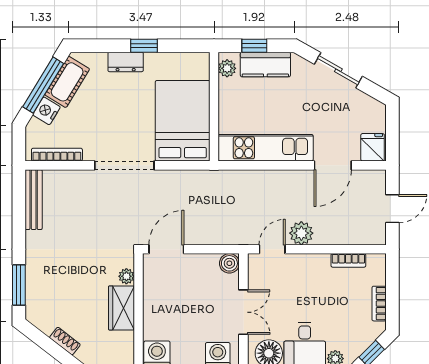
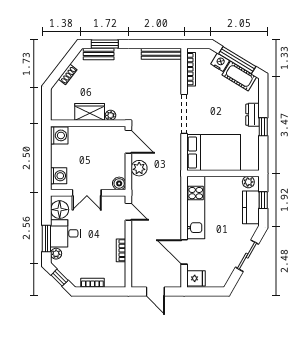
plant: (301, 233) -> (139, 168), moved
bookcase: (348, 260) -> (121, 250), moved
bench: (34, 294) -> (99, 54), added

